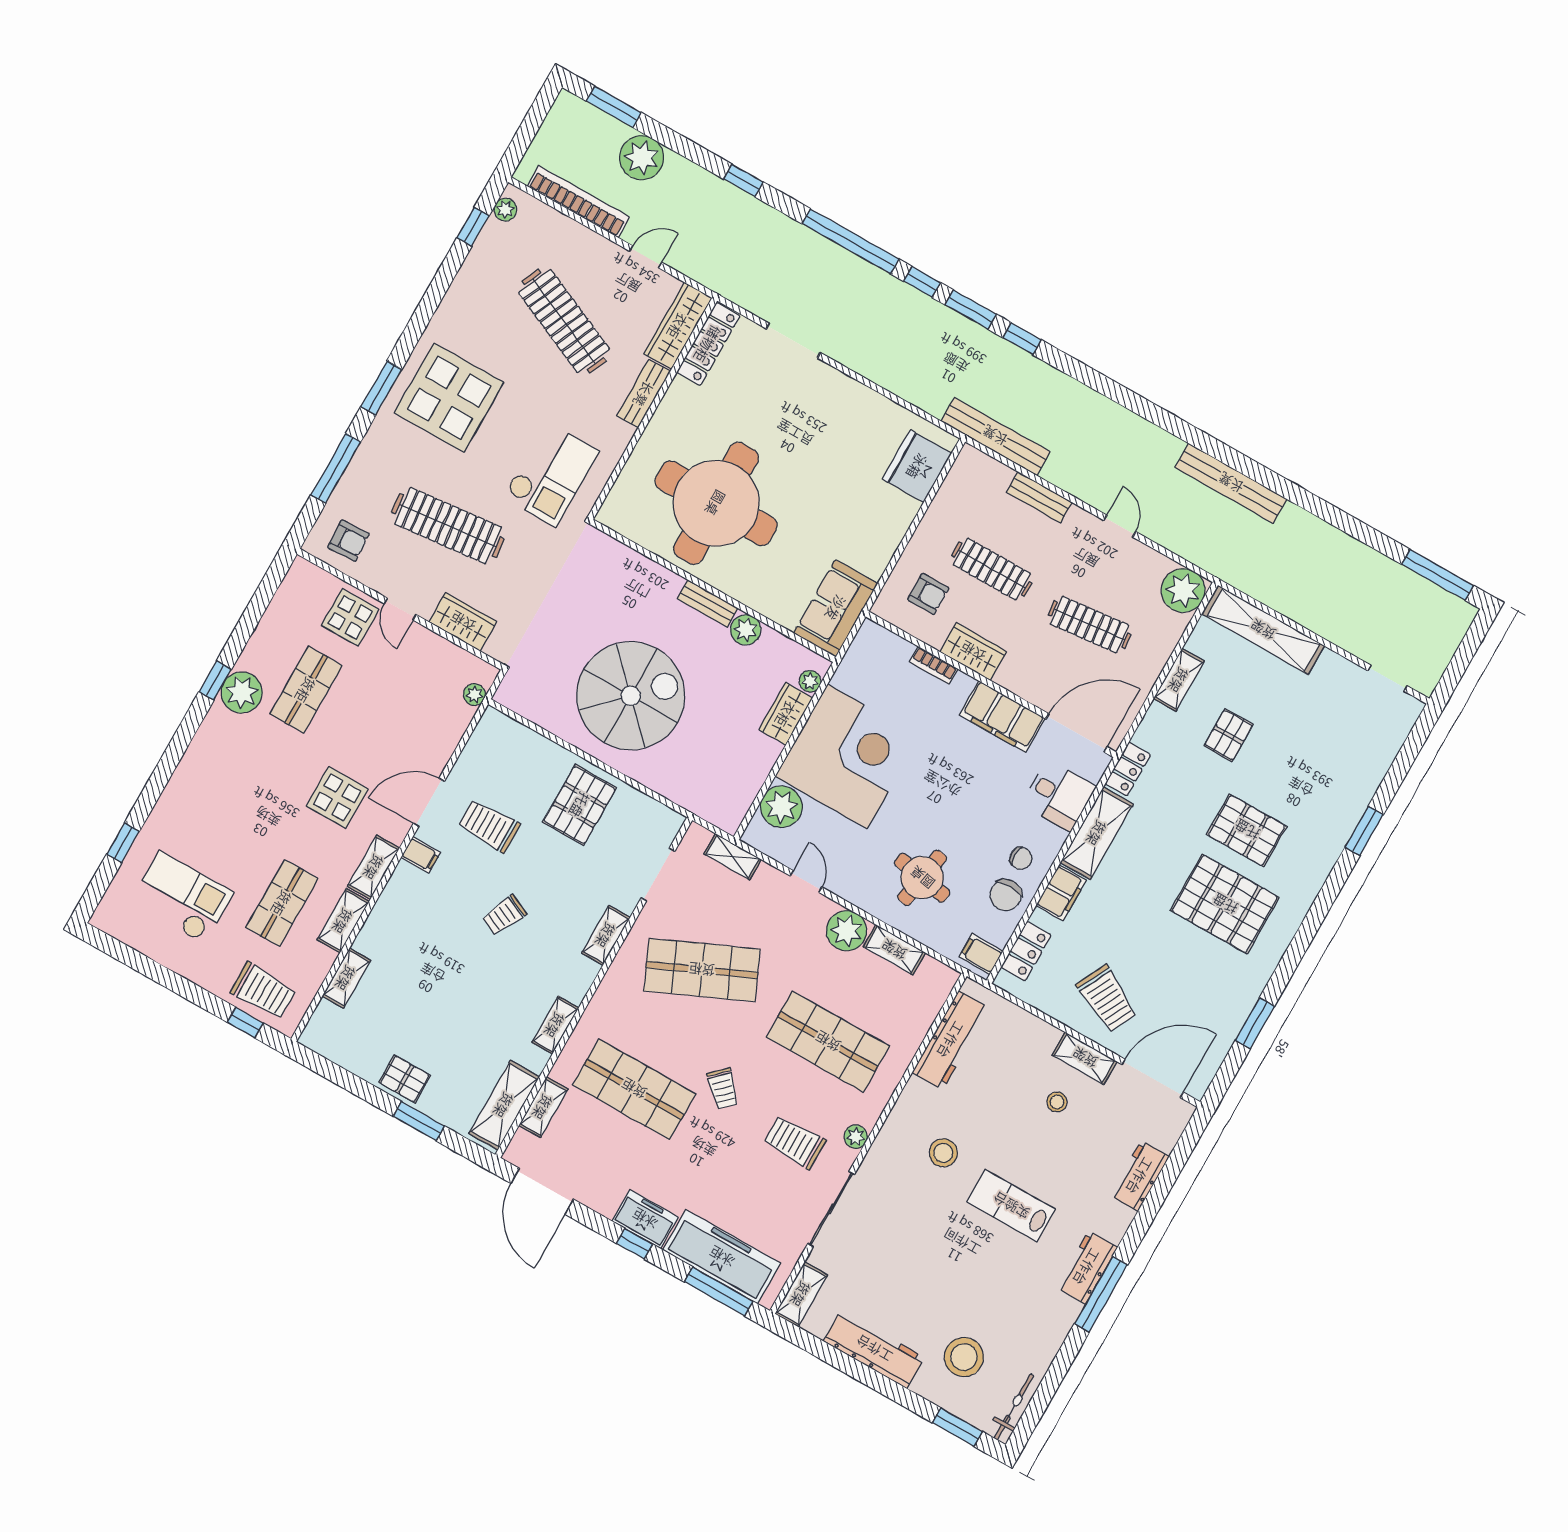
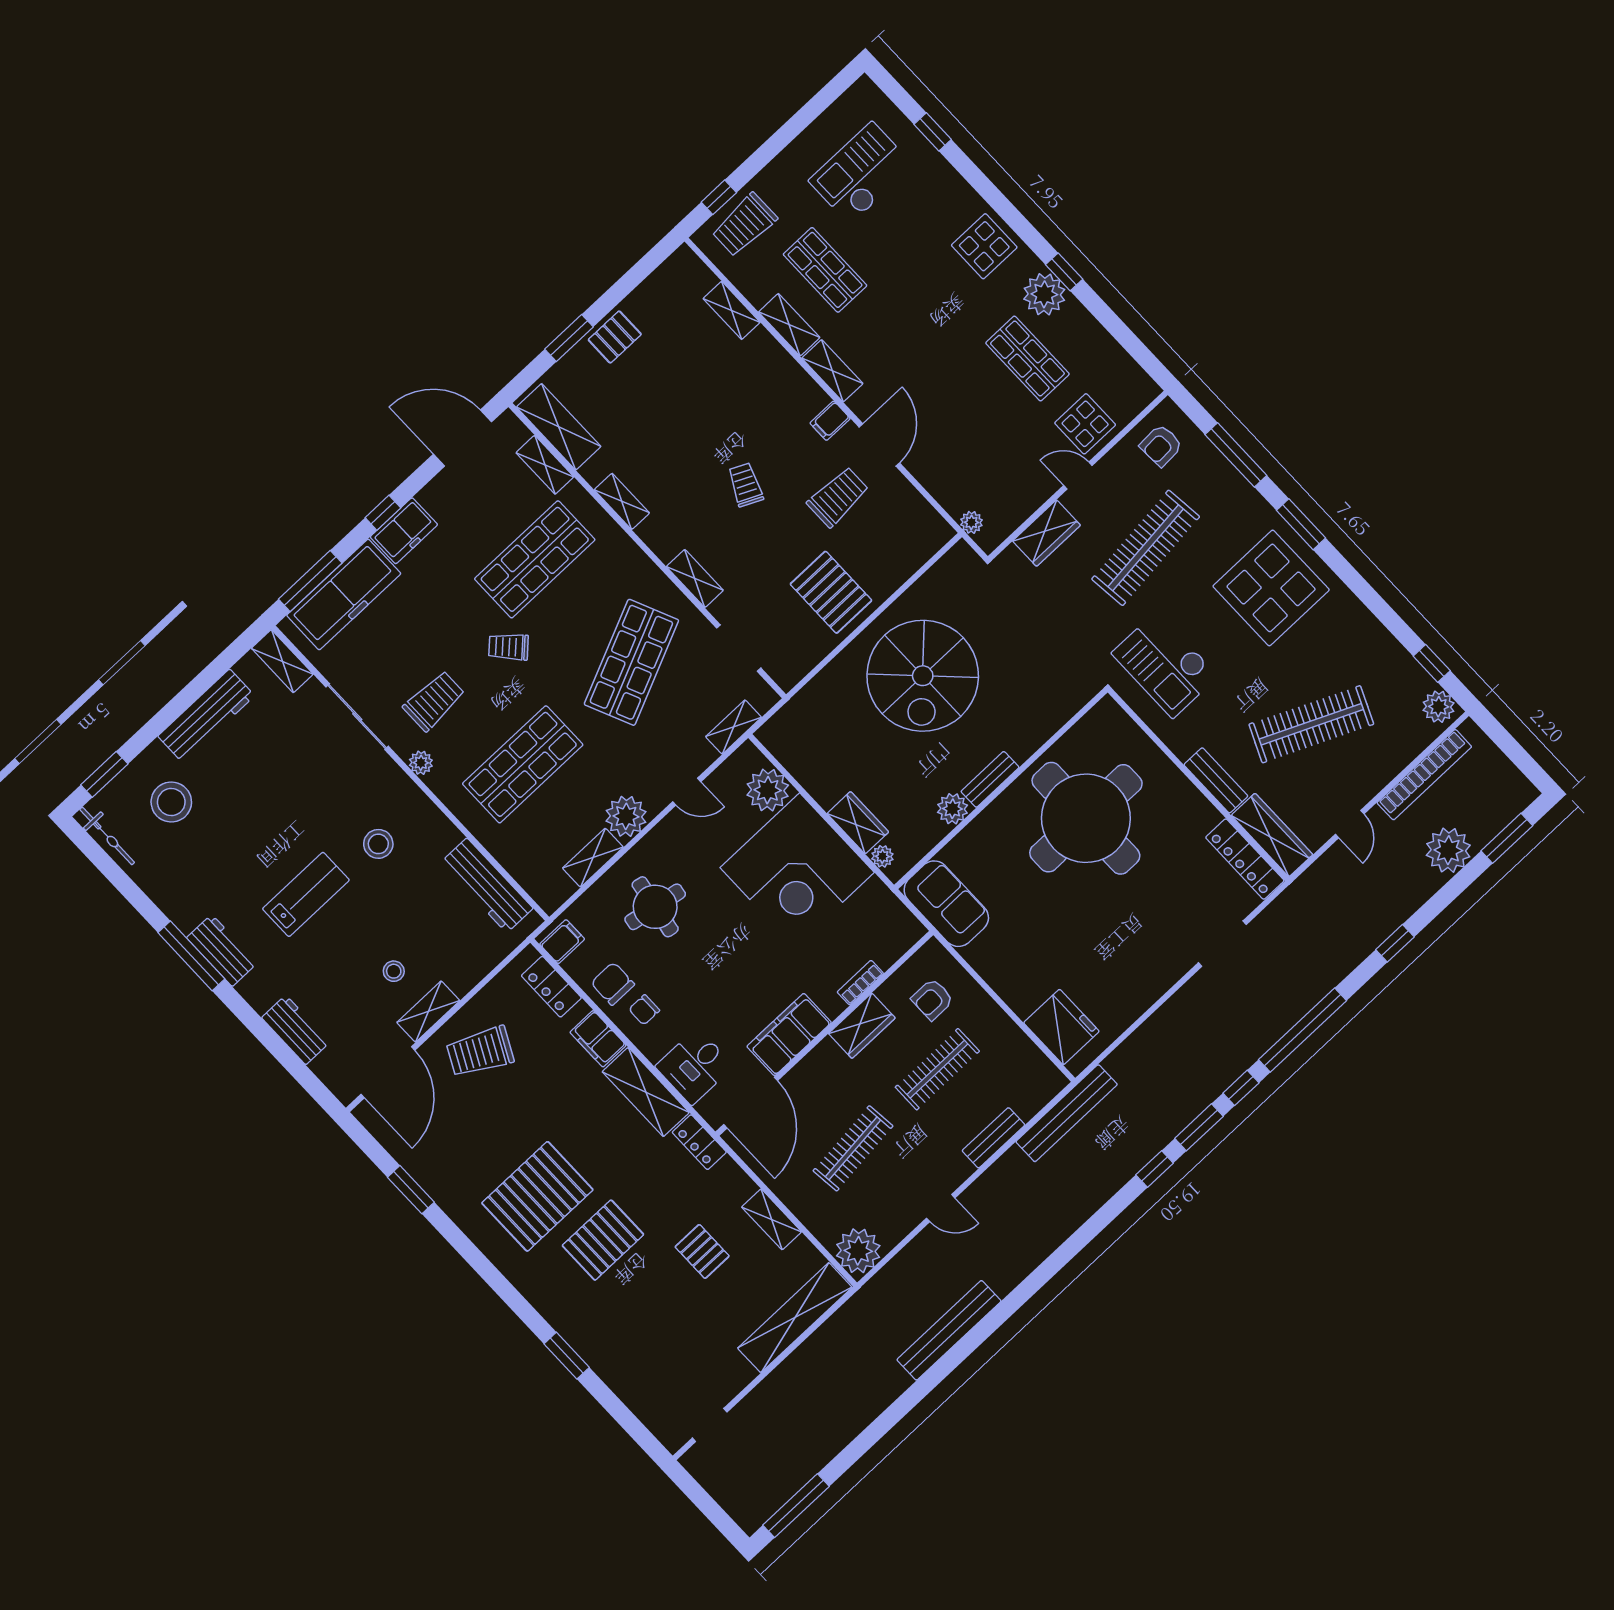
plant: (505, 210) -> (1439, 707), width x1.38, depth x1.38
display table: (337, 798) -> (984, 246), moved
checkout: (182, 897) -> (861, 173), turned 180

